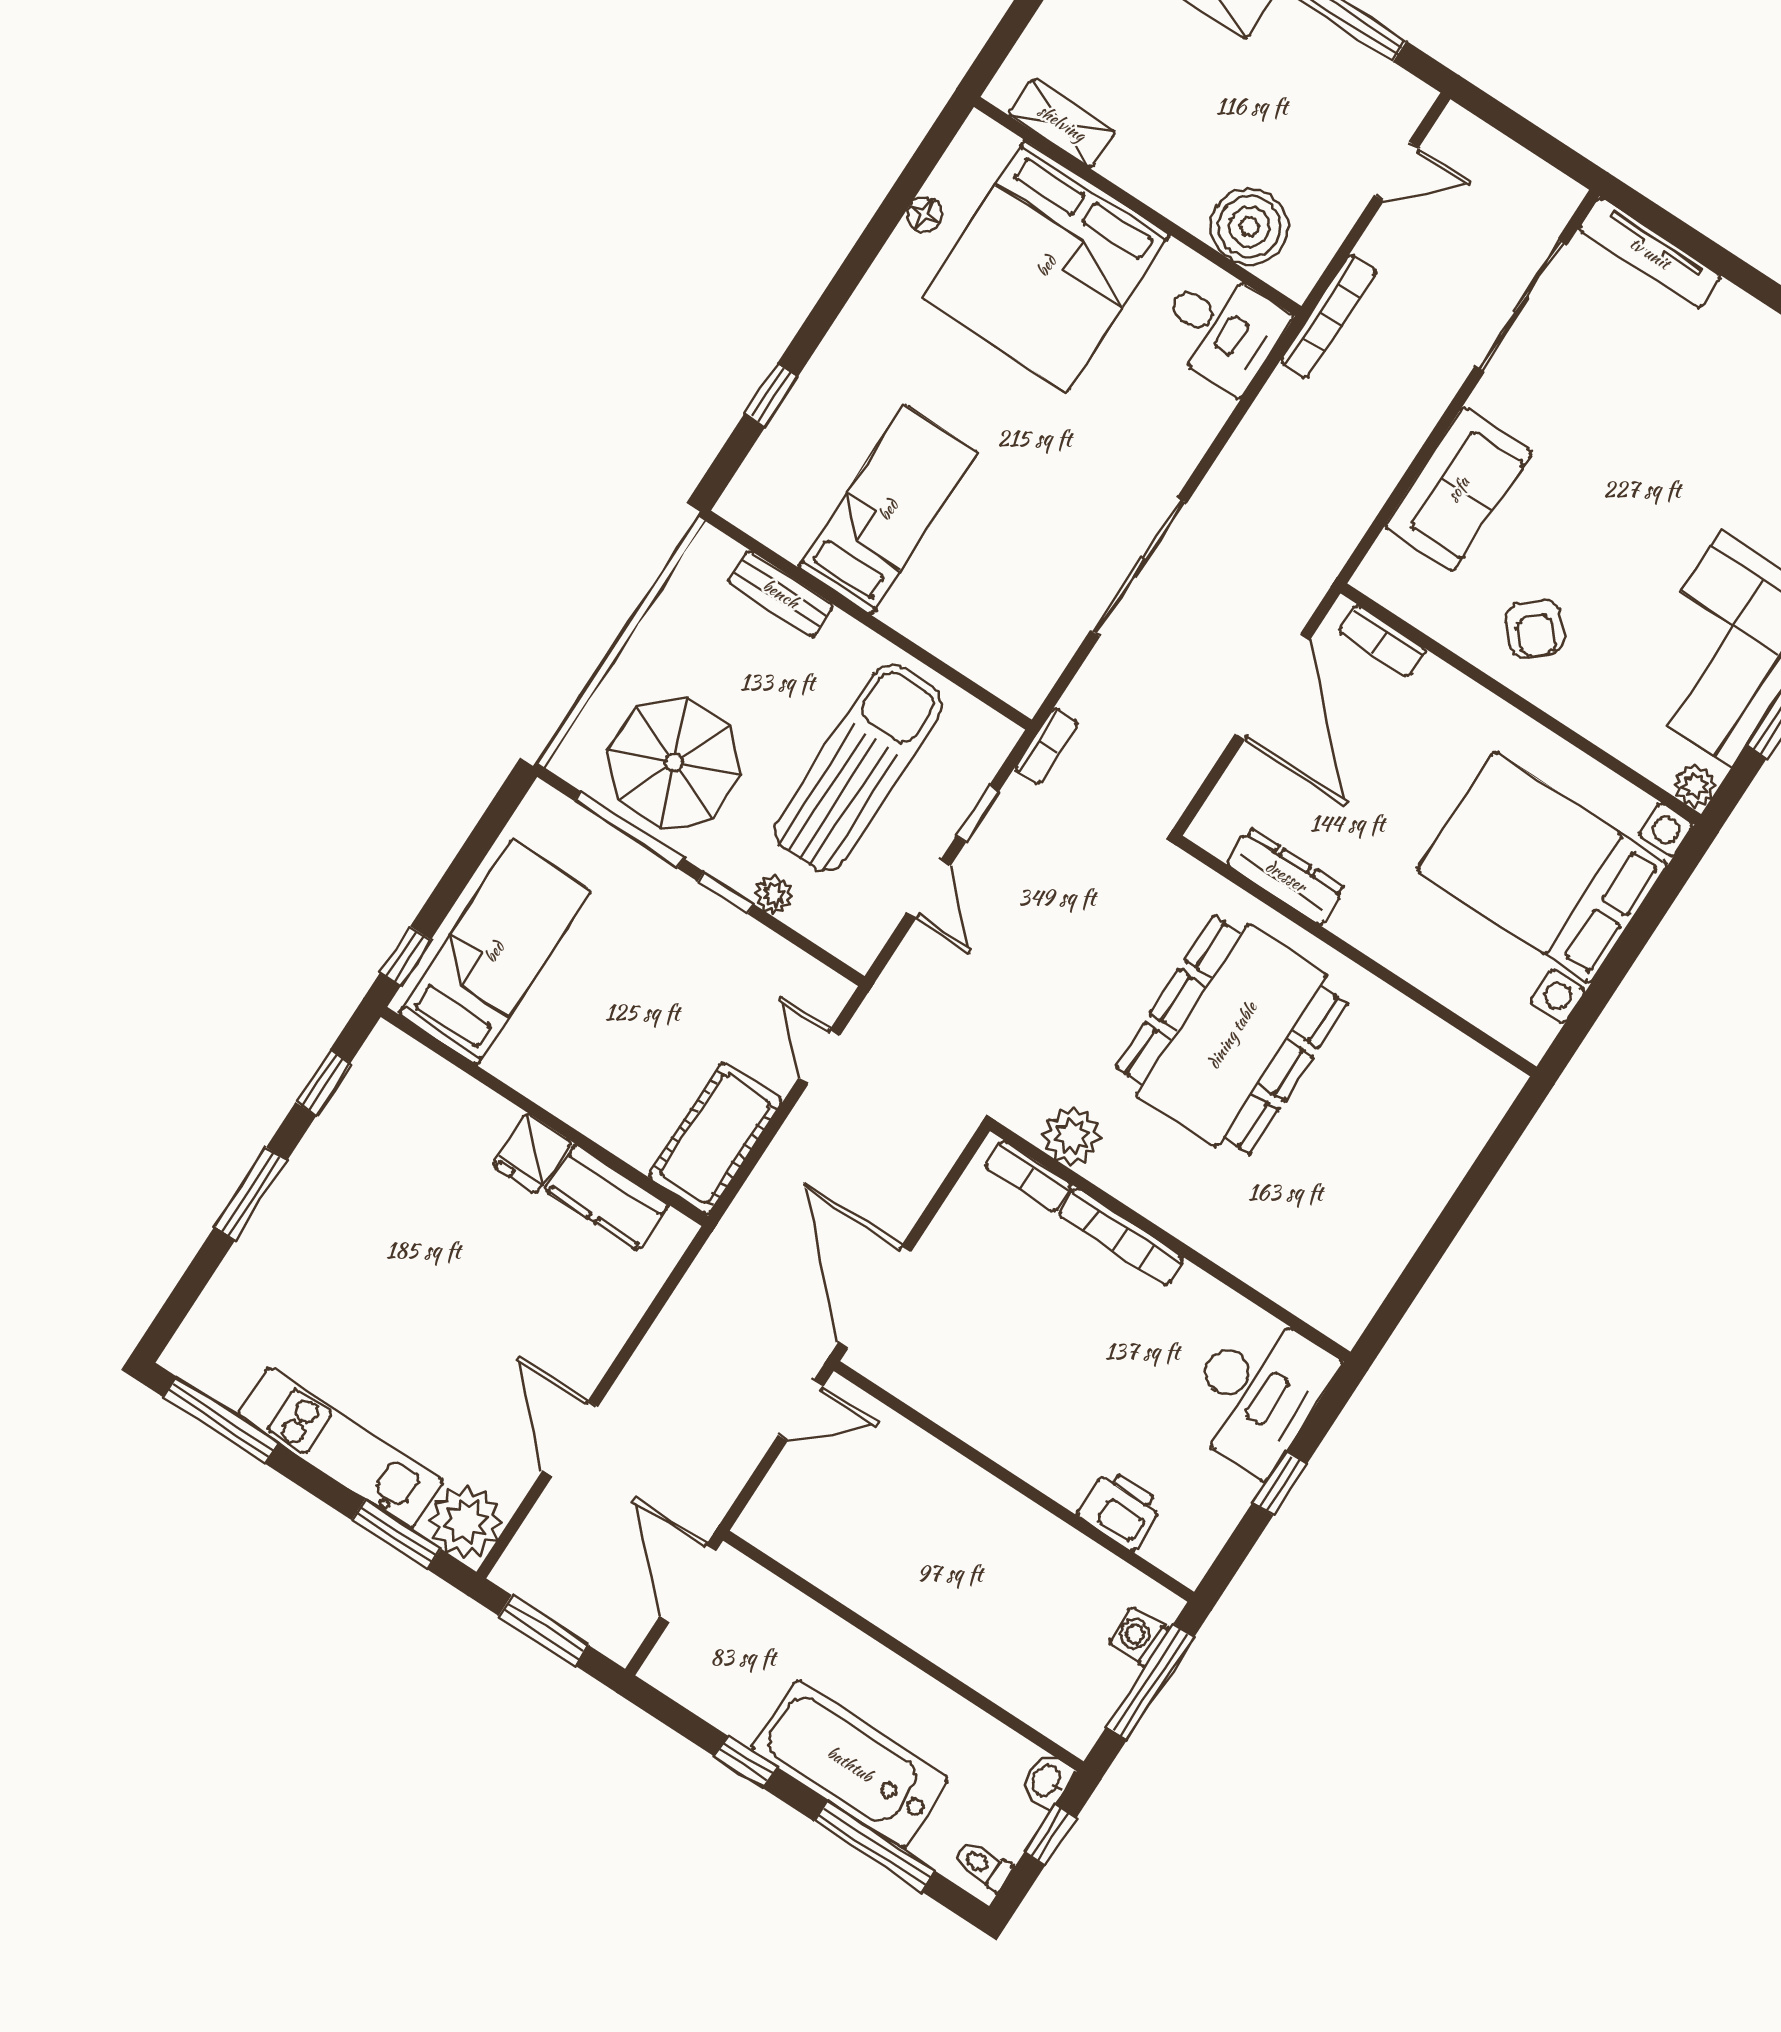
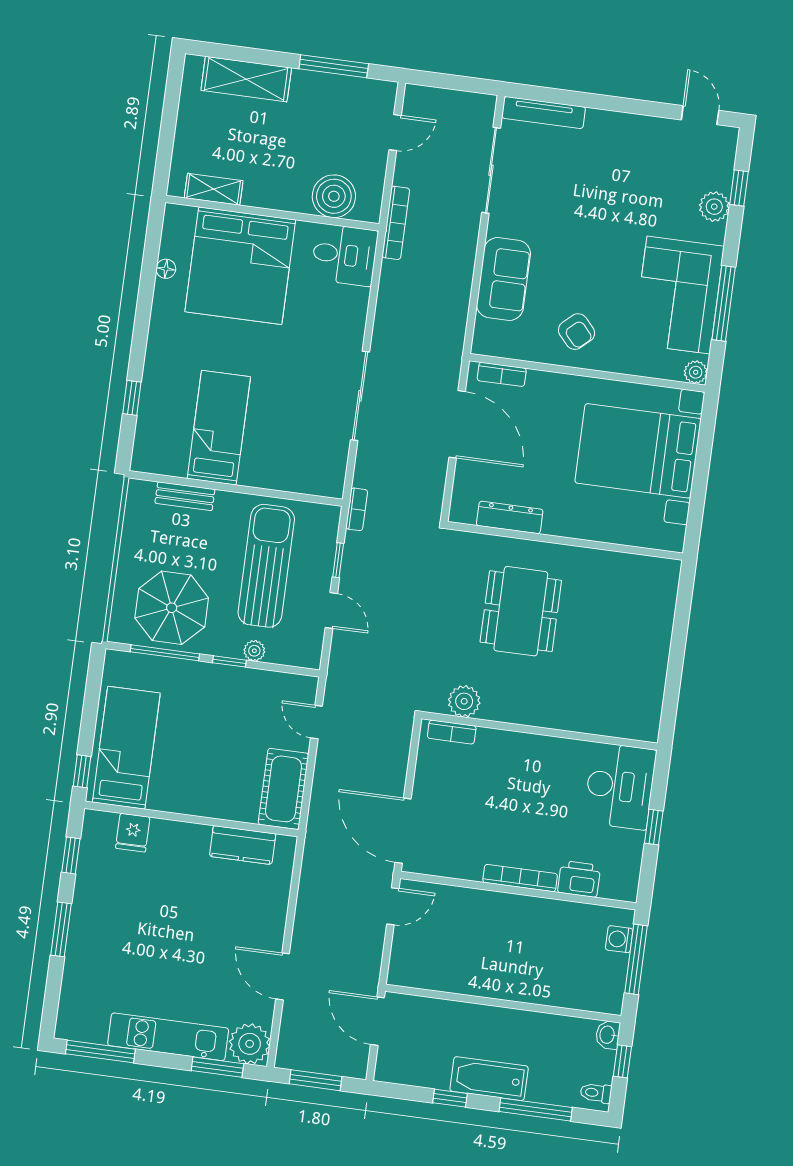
dining table: (1232, 1035) -> (521, 611), width x0.73, depth x0.80
fridge: (532, 1153) -> (133, 833), moved
bookcase: (1121, 1237) -> (520, 878), moved, turned 180
bathtub: (850, 1764) -> (489, 1079), width x0.73, depth x0.73

